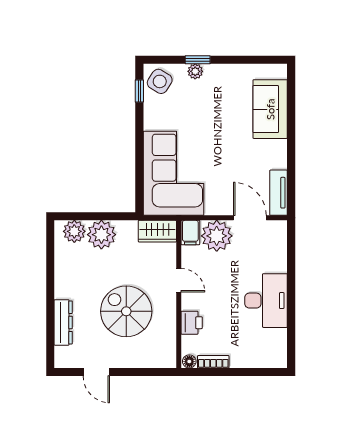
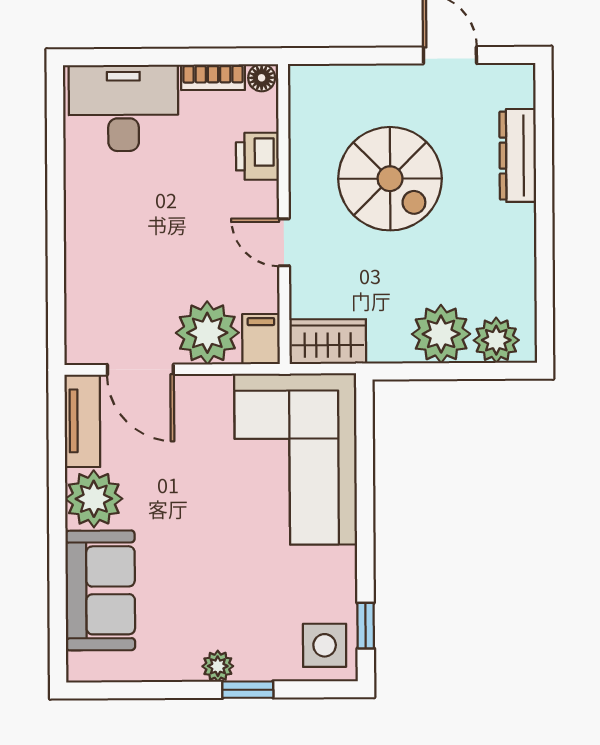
plant: (195, 71) -> (218, 666), moved
side table: (160, 81) -> (325, 645), turned -32
plant: (273, 154) -> (94, 499), added
desk: (266, 301) -> (123, 108), moved, turned 90

